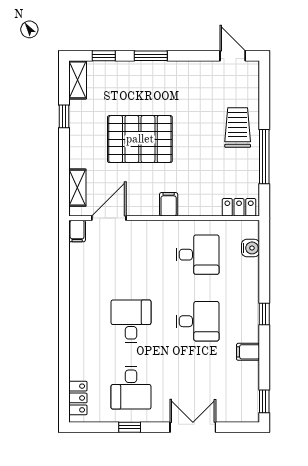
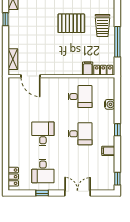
trolley: (238, 128) -> (102, 26), turned 180
pallet: (140, 139) -> (71, 23), moved, width x0.73, depth x0.71
filing cabinet: (169, 204) -> (88, 68), moved
door: (109, 218) -> (31, 76), swing flipped
filing cabinet: (77, 231) -> (13, 83), removed
water cooler: (251, 248) -> (110, 104), moved

